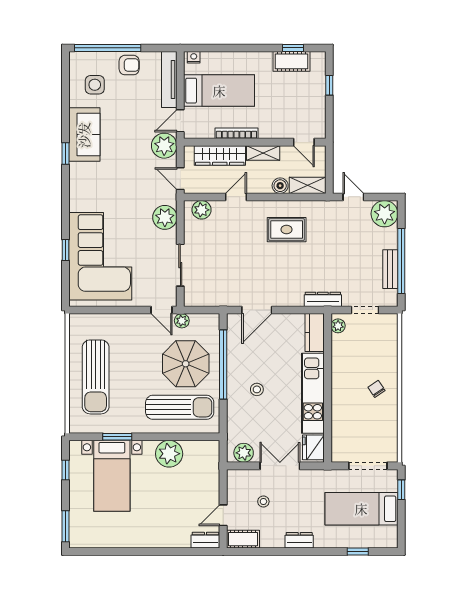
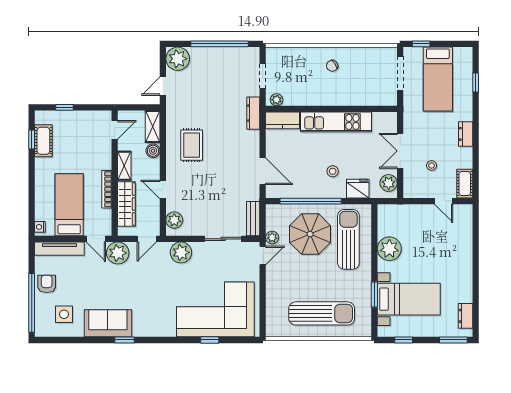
bench: (390, 269) -> (253, 219), moved, turned 90
fridge: (313, 447) -> (358, 189), moved, turned 180
dresser: (205, 540) -> (466, 316), moved

